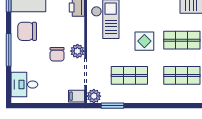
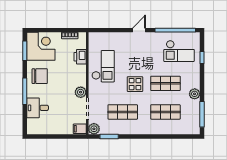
chair: (27, 31) -> (40, 76), turned 180
chair: (57, 54) -> (64, 95), removed
desk: (24, 85) -> (38, 108), moved

